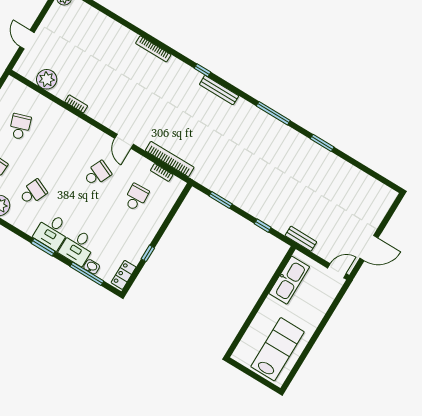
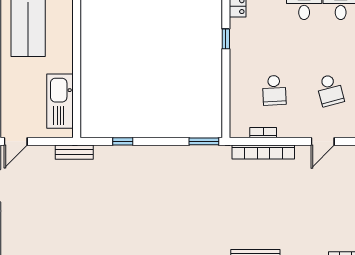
door: (124, 141) -> (323, 141), swing flipped
school desk: (97, 174) -> (330, 90), turned -39
window: (221, 200) -> (204, 141), moved

